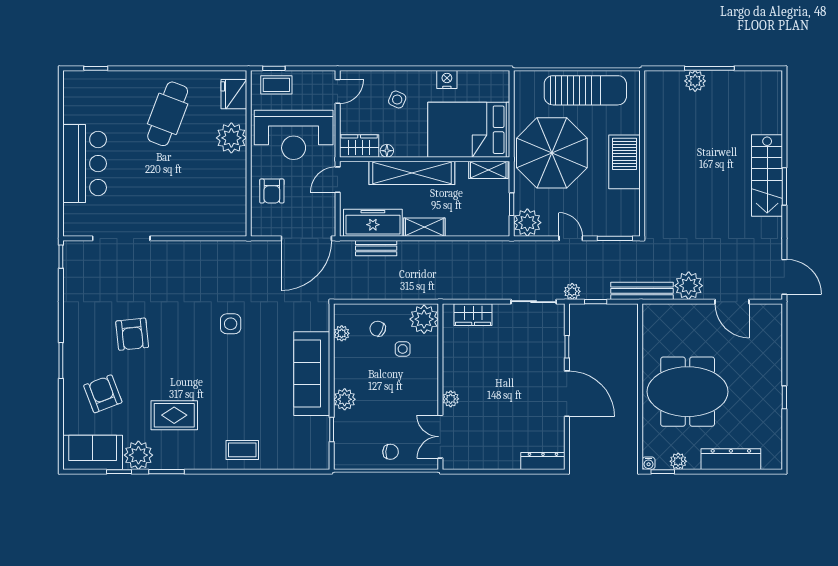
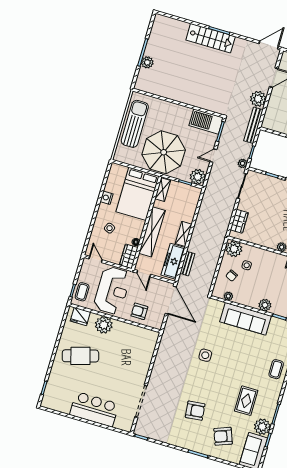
cafe table: (168, 114) -> (80, 356), turned -37
barbecue: (625, 162) -> (206, 122), moved
armchair: (272, 191) -> (139, 311), turned 180

